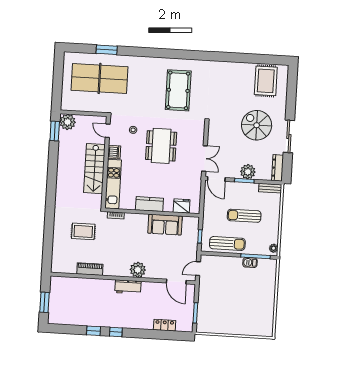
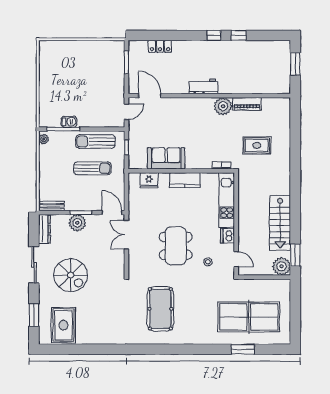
window: (292, 91) -> (34, 315), added
stairs: (95, 169) -> (280, 223), moved, turned 180
sun lounger: (244, 216) -> (92, 168), moved
plant: (138, 270) -> (223, 106), moved

